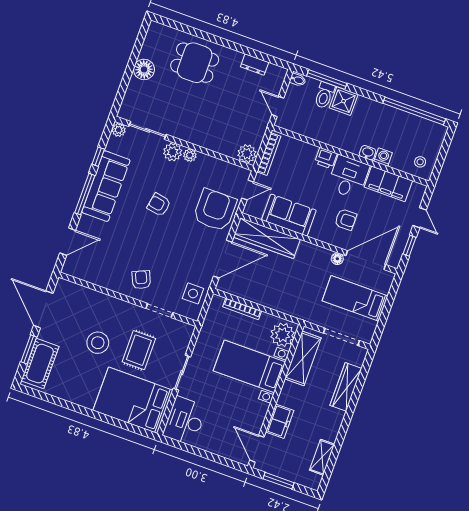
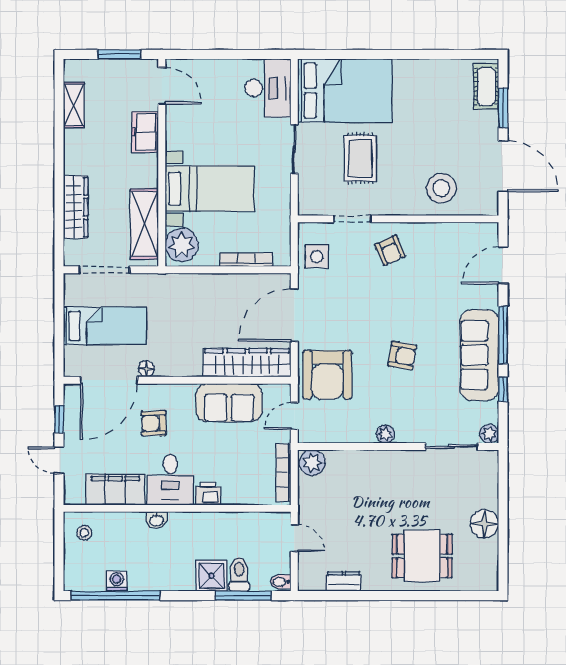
plant: (173, 152) -> (409, 430), removed
washing machine: (383, 157) -> (117, 581), moved, turned 180
stool: (98, 343) -> (441, 188), moved
cot: (40, 364) -> (486, 86), width x0.73, depth x0.75

